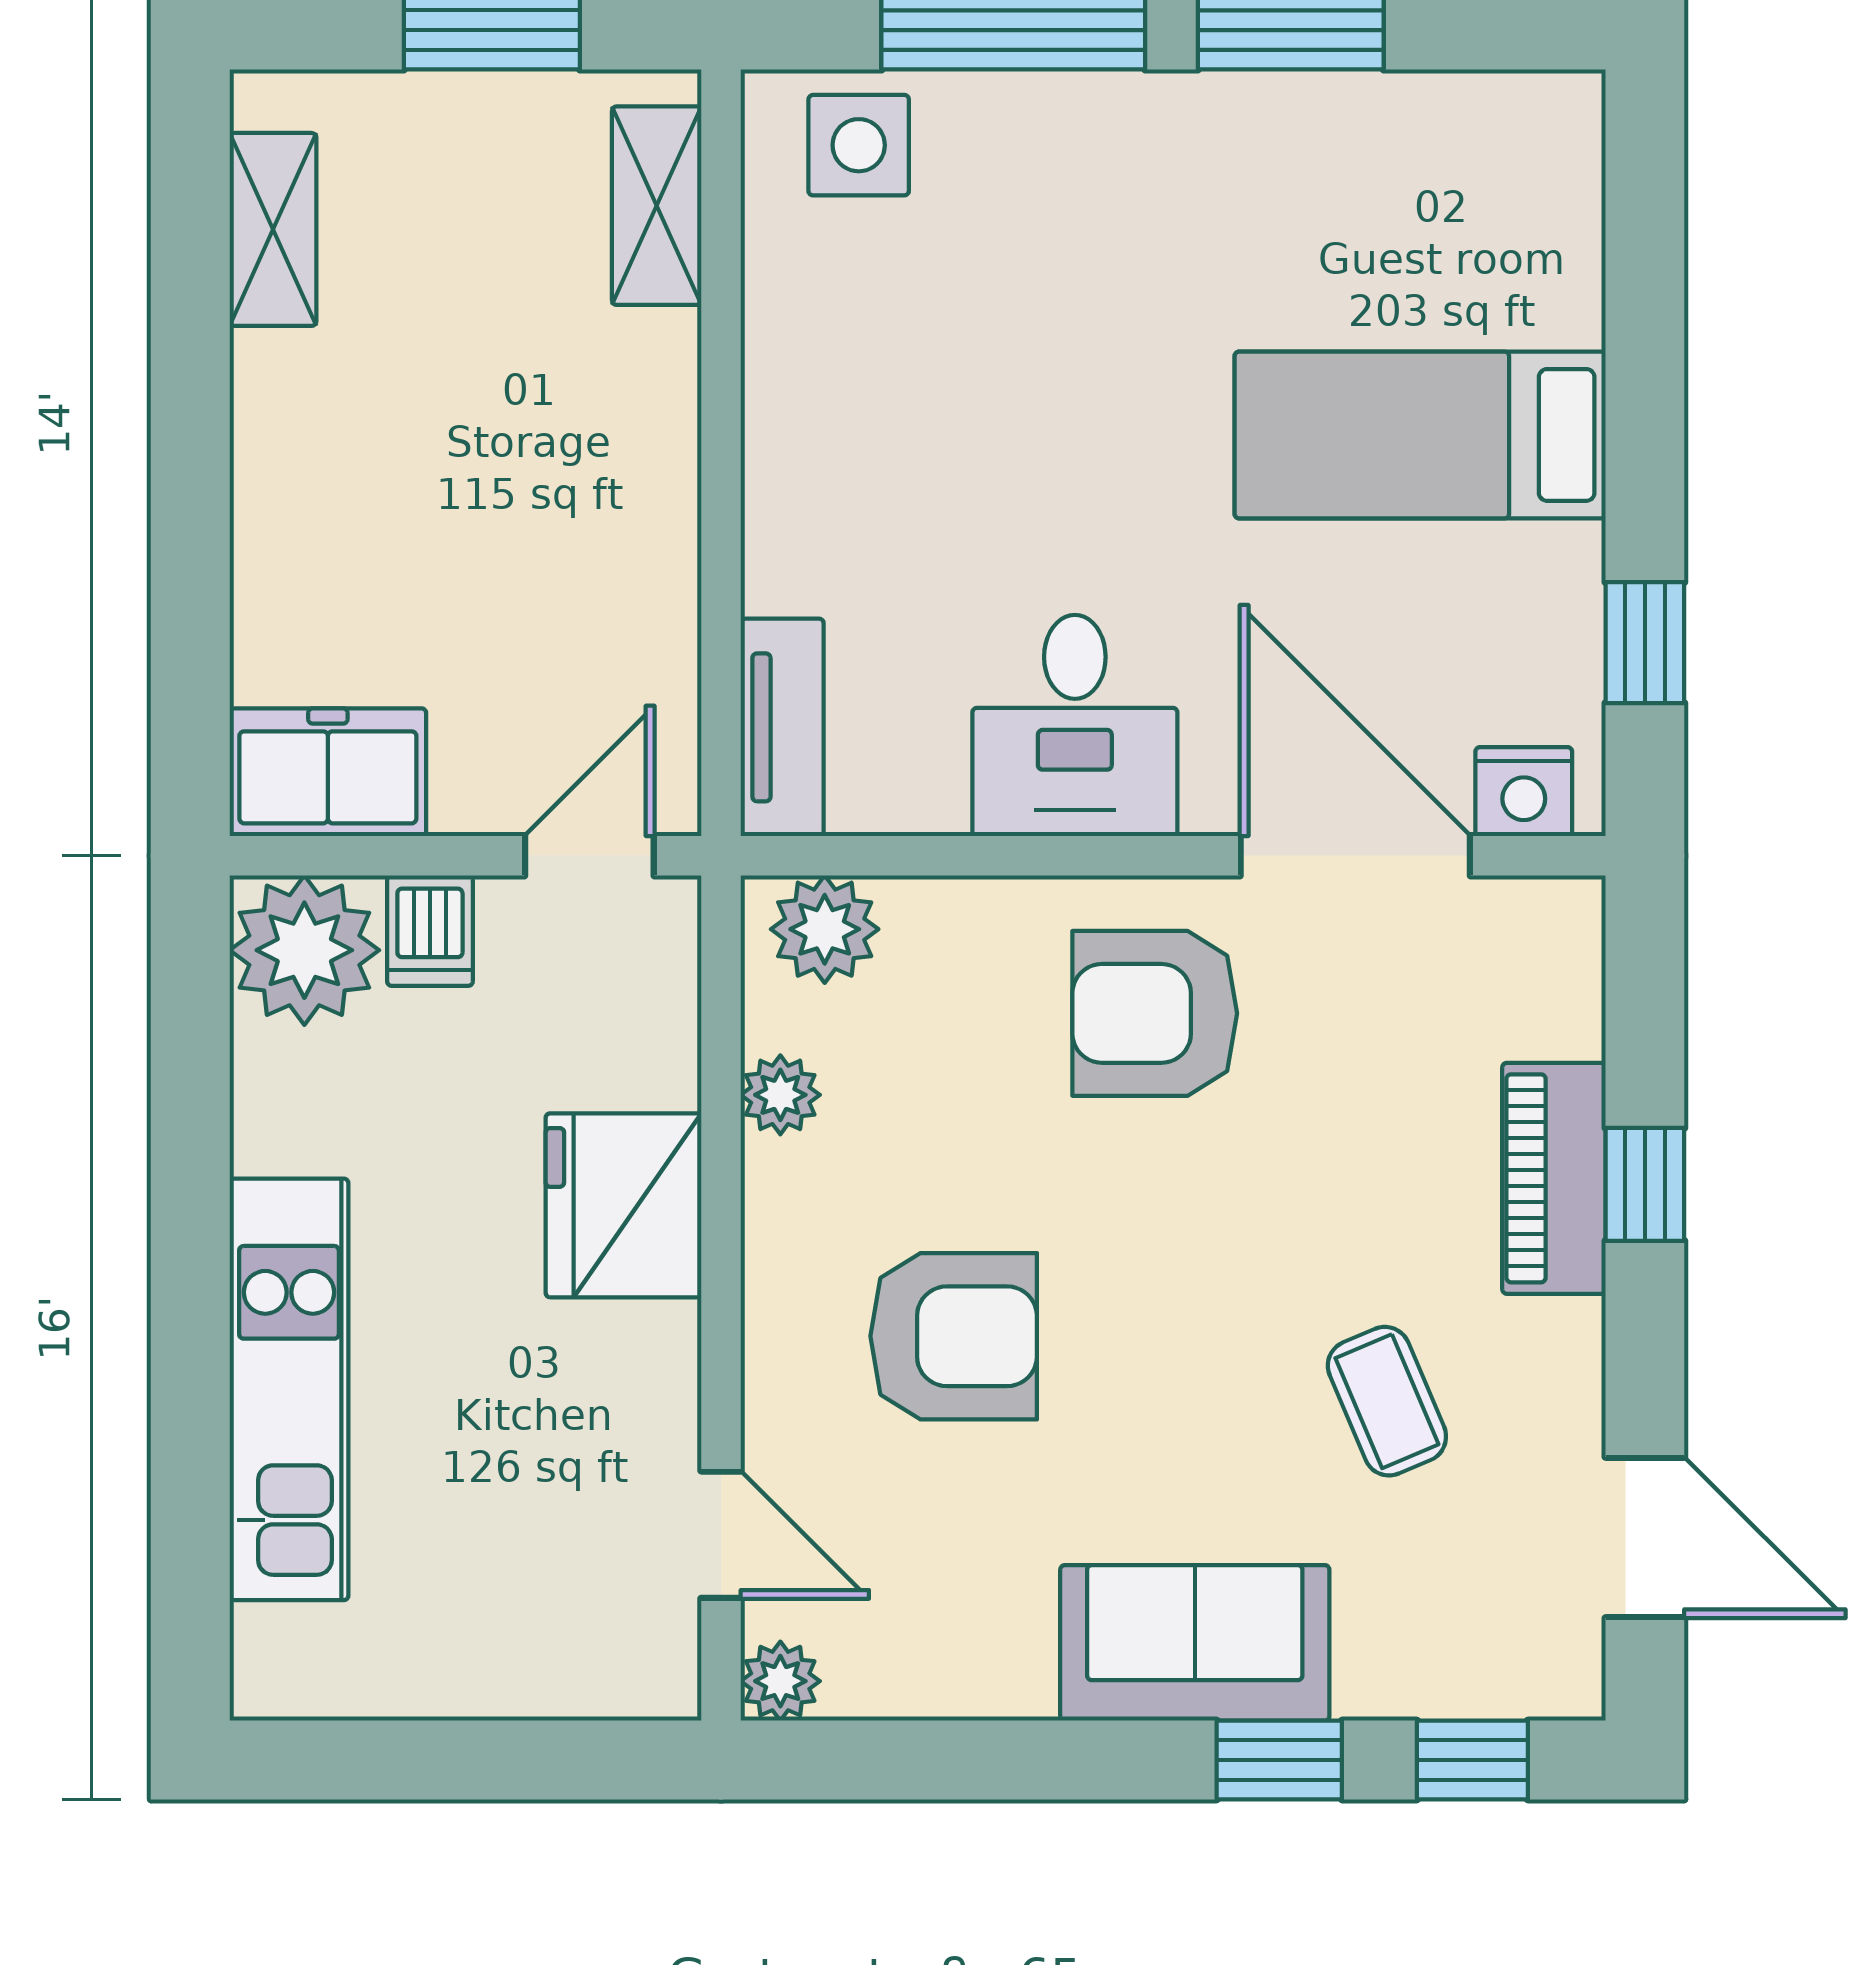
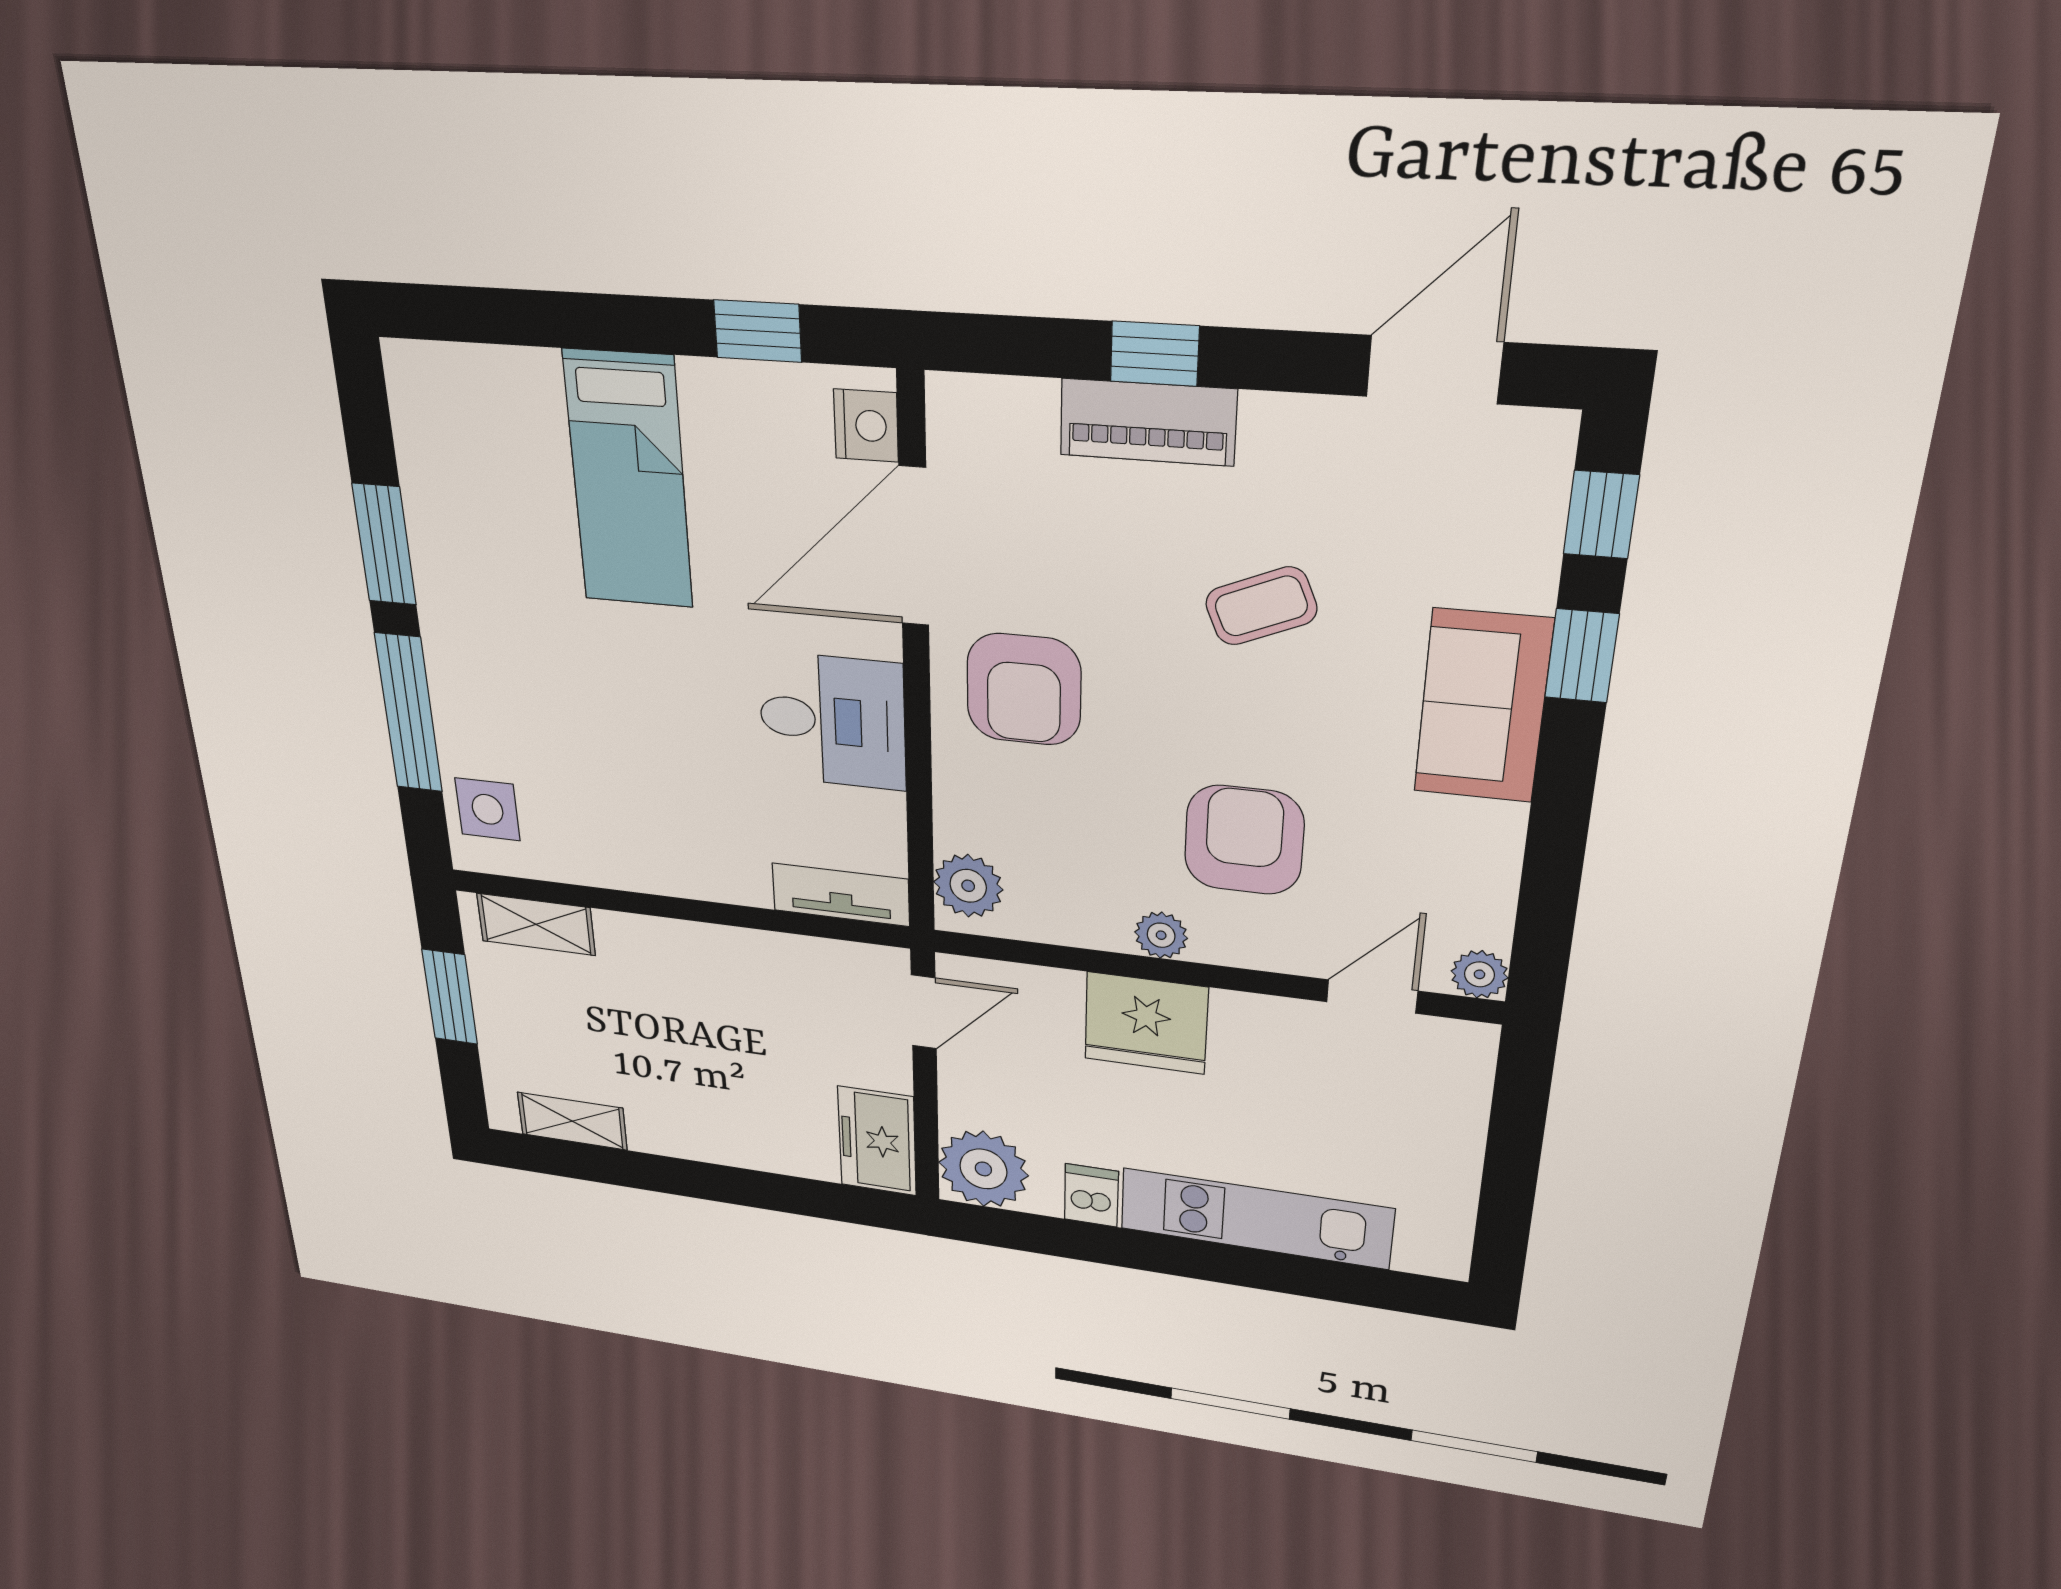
door: (589, 856) -> (924, 1012), swing flipped
dishwasher: (430, 931) -> (1091, 1195), moved, turned -90
plant: (780, 1095) -> (1161, 935), moved
coffee table: (1387, 1401) -> (1261, 606), moved

